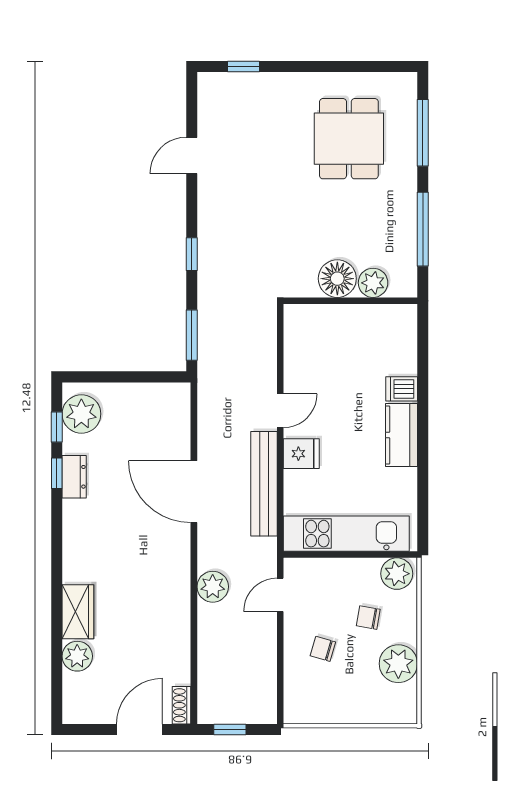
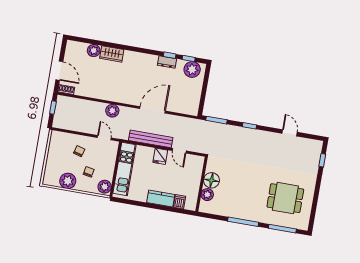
floor lamp: (337, 279) -> (211, 180), moved
plant: (373, 283) -> (207, 195), moved
wall: (350, 301) -> (202, 184), moved

